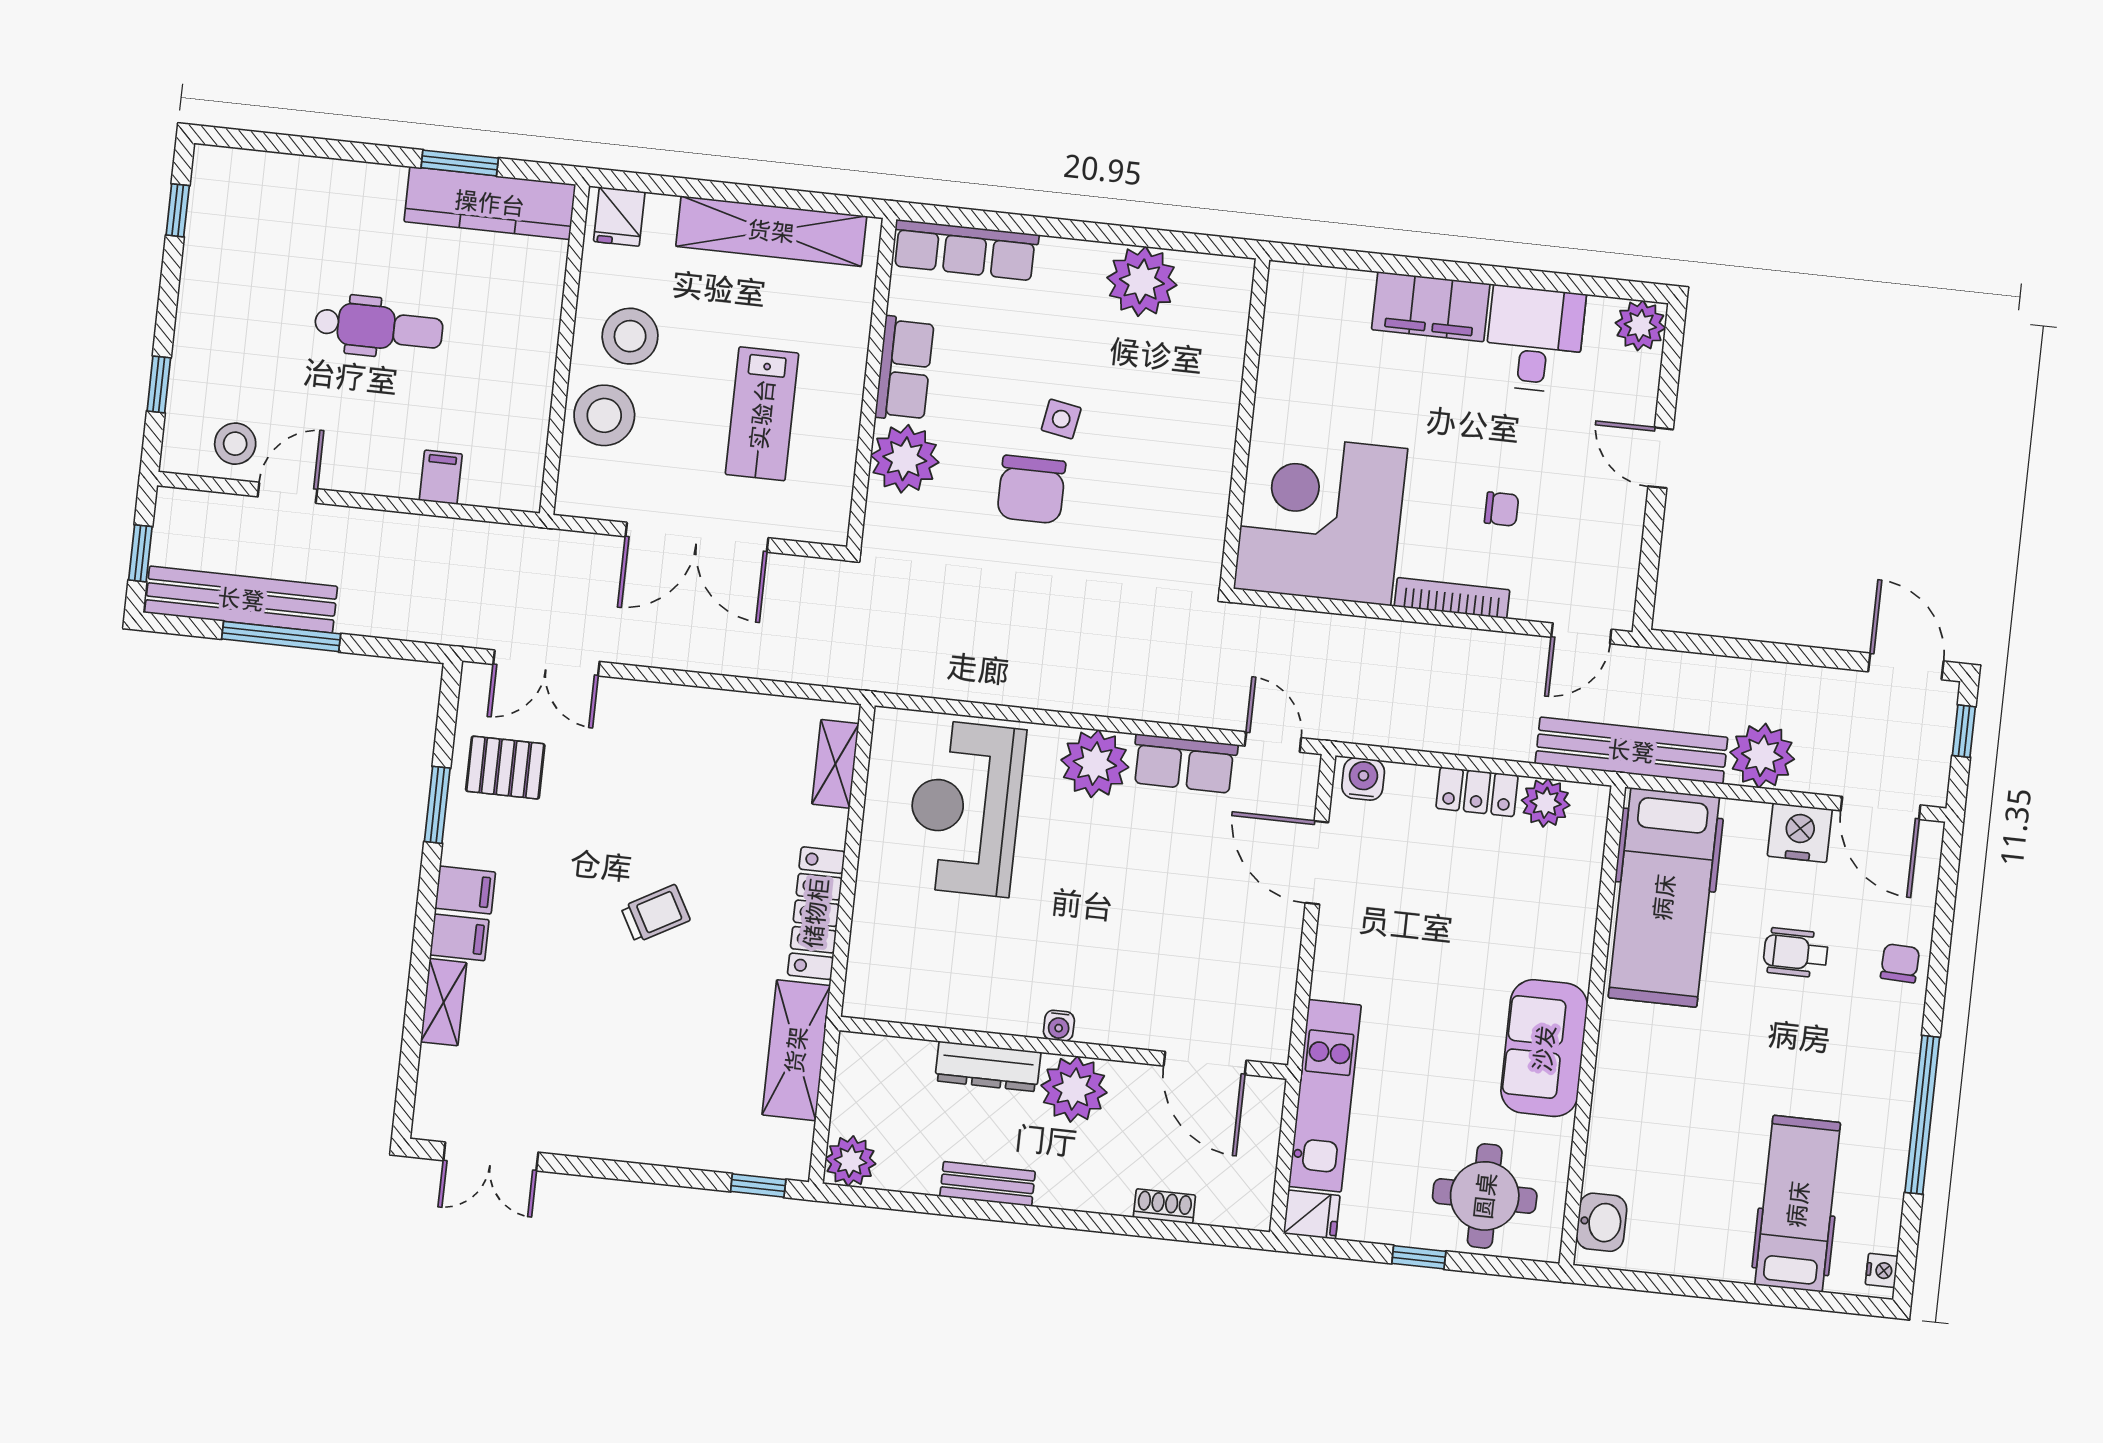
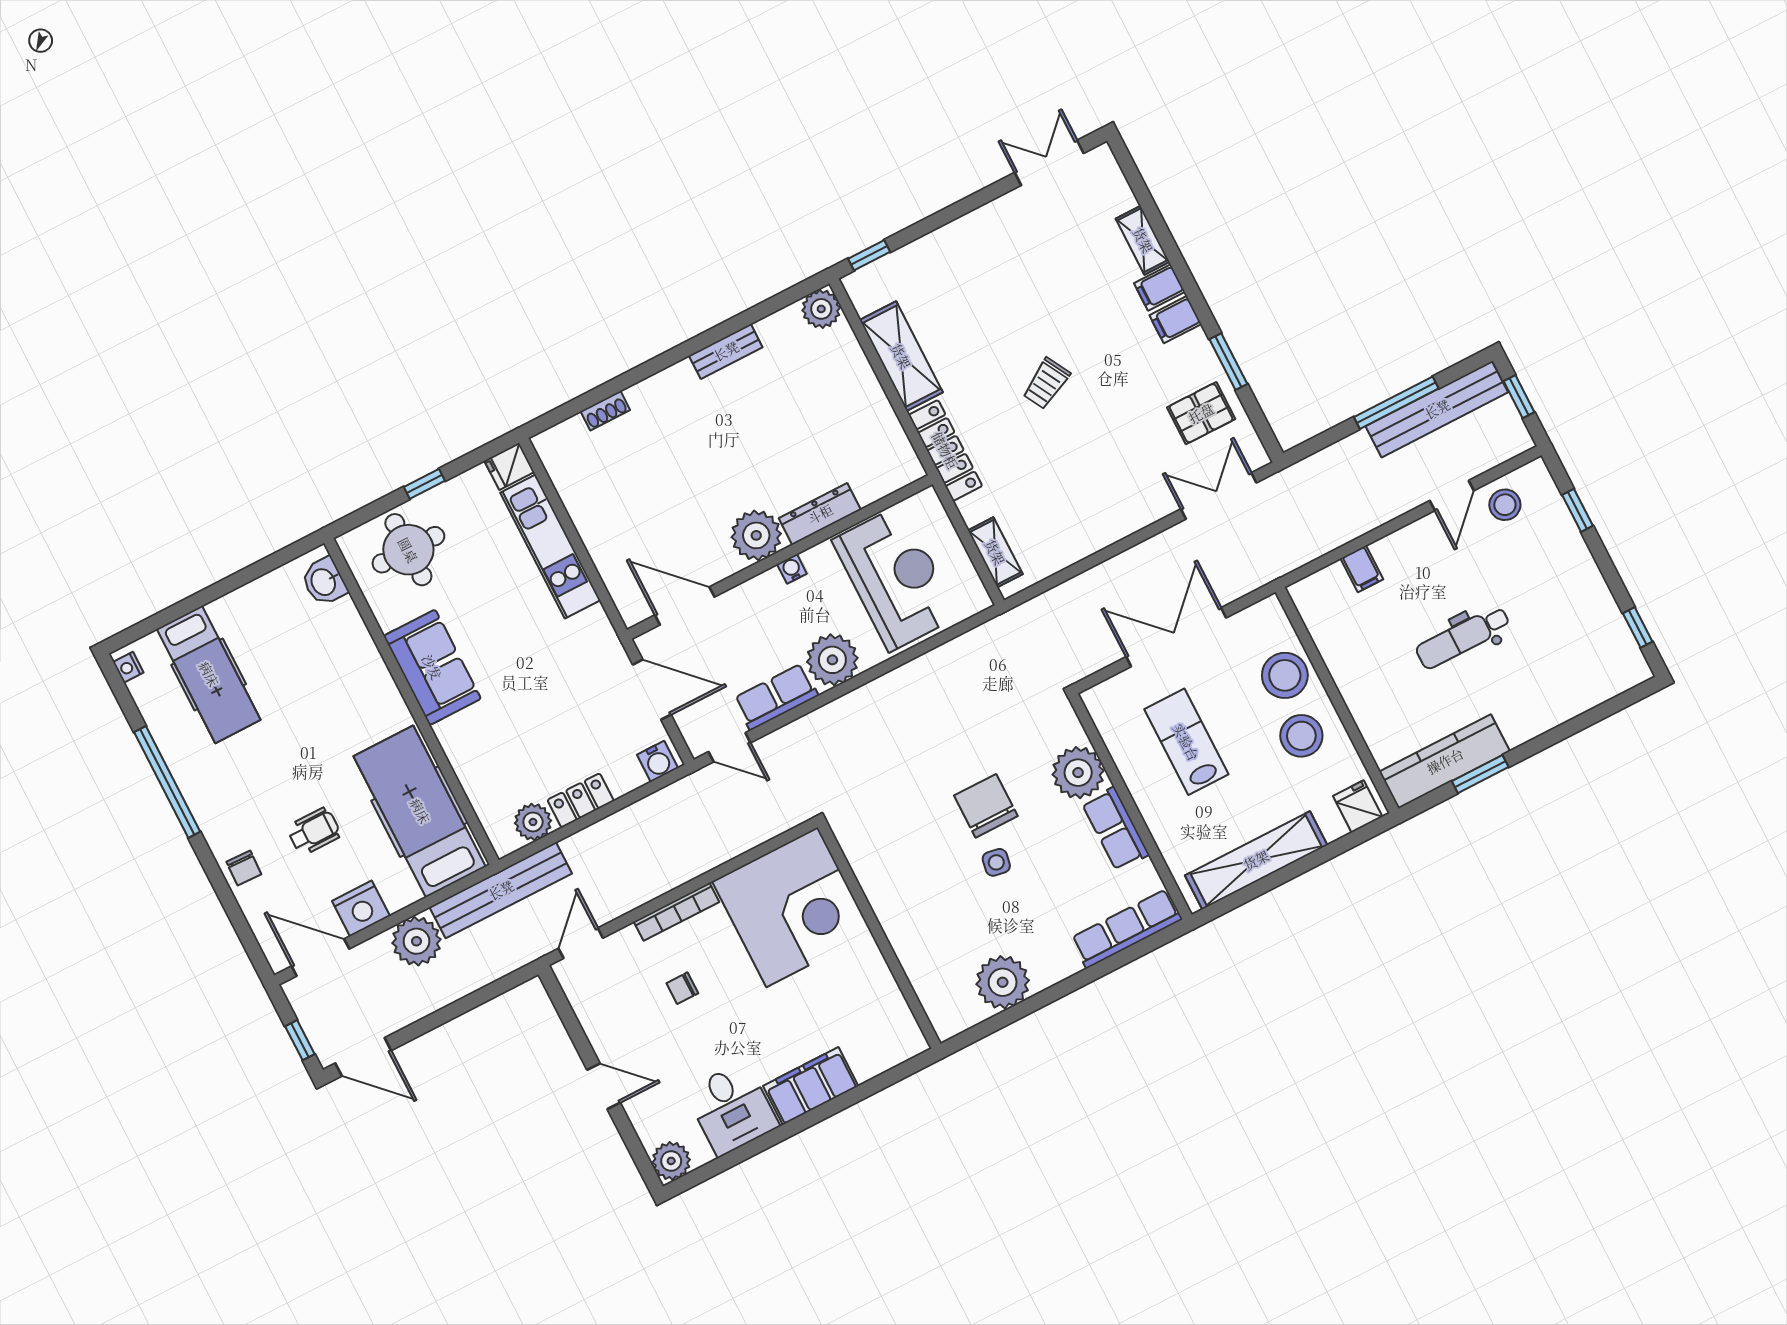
water cooler: (1059, 1026) -> (792, 569), moved
wall: (1064, 1048) -> (780, 557), moved
door: (1205, 1063) -> (685, 606), moved
dresser: (988, 1066) -> (820, 514), moved
plant: (1074, 1089) -> (756, 535), moved

